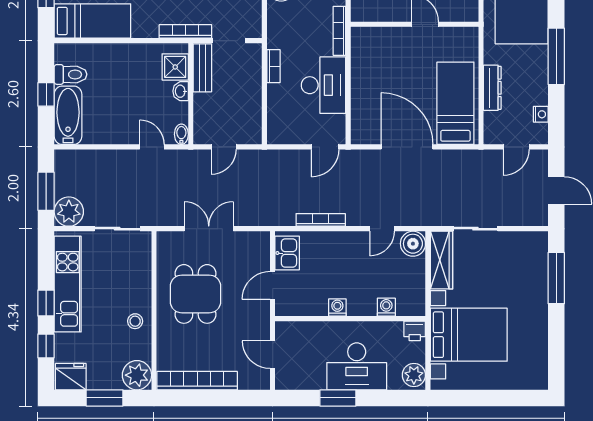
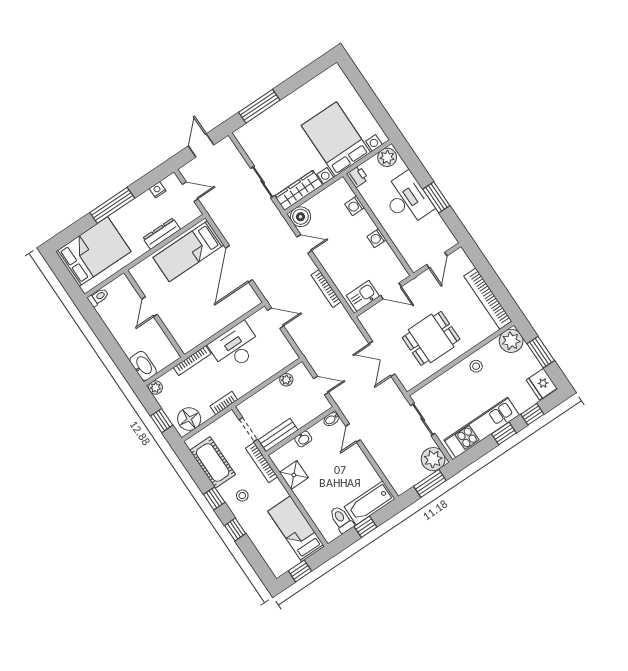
bookcase: (273, 66) -> (224, 403), moved
shower: (175, 67) -> (294, 475), moved
plant: (254, 115) -> (286, 380), added

